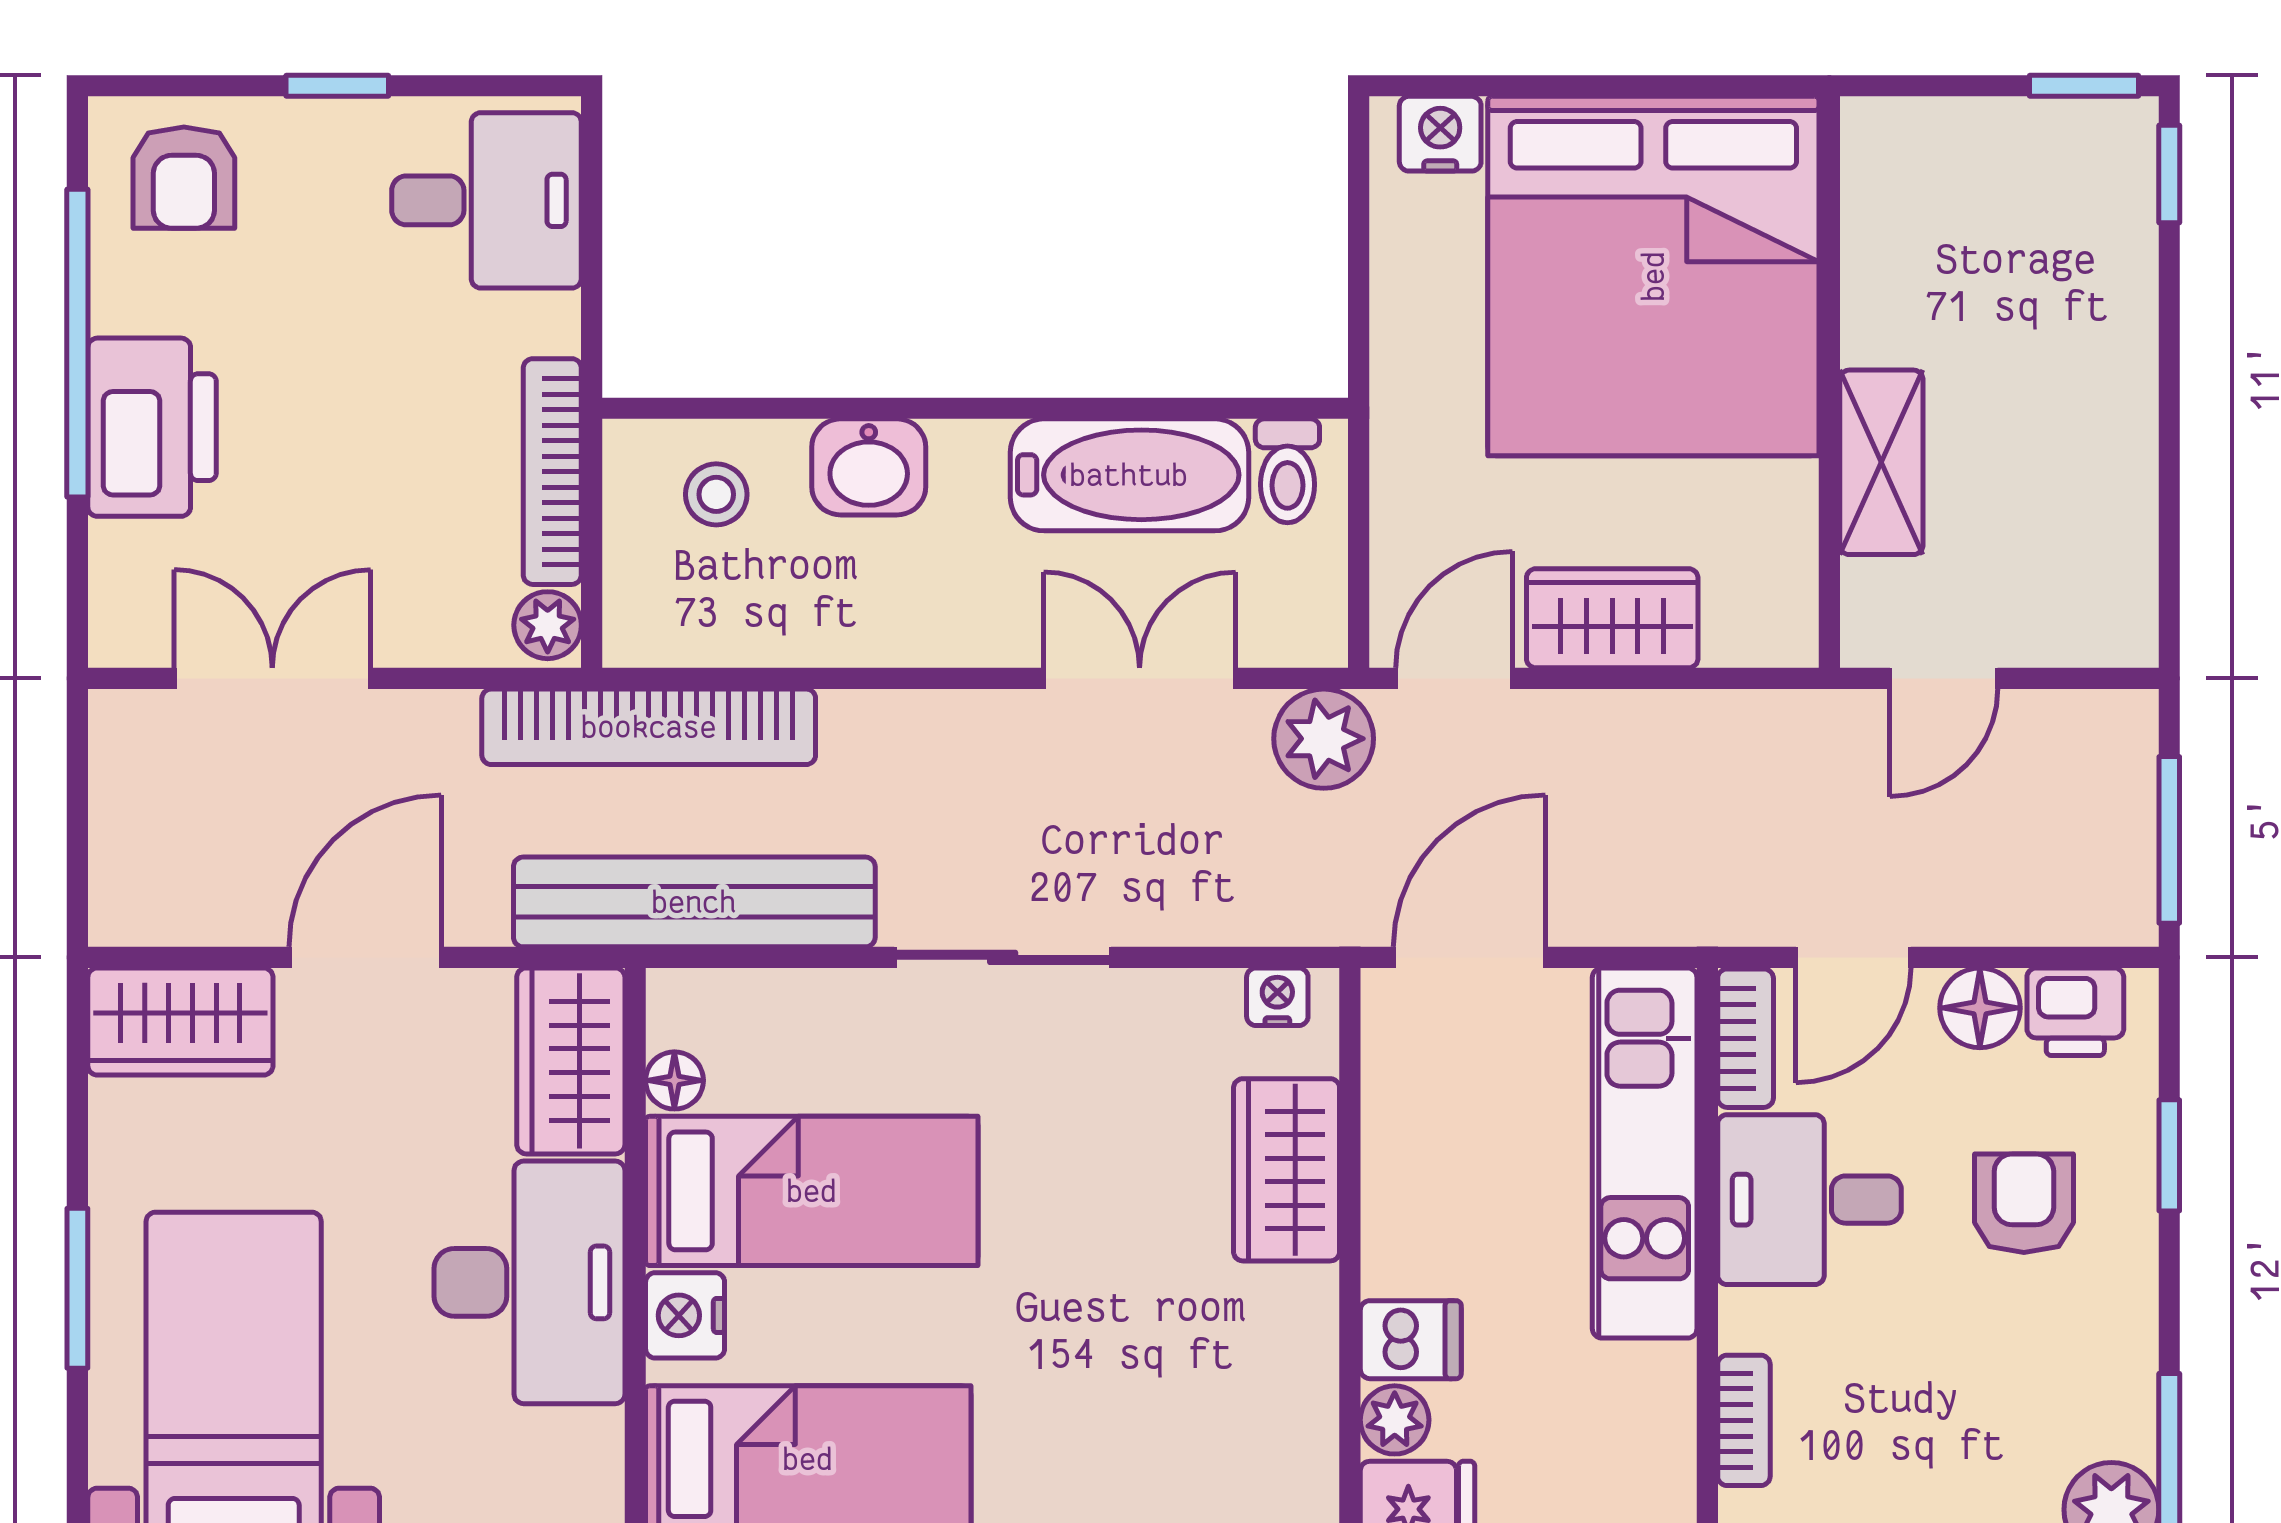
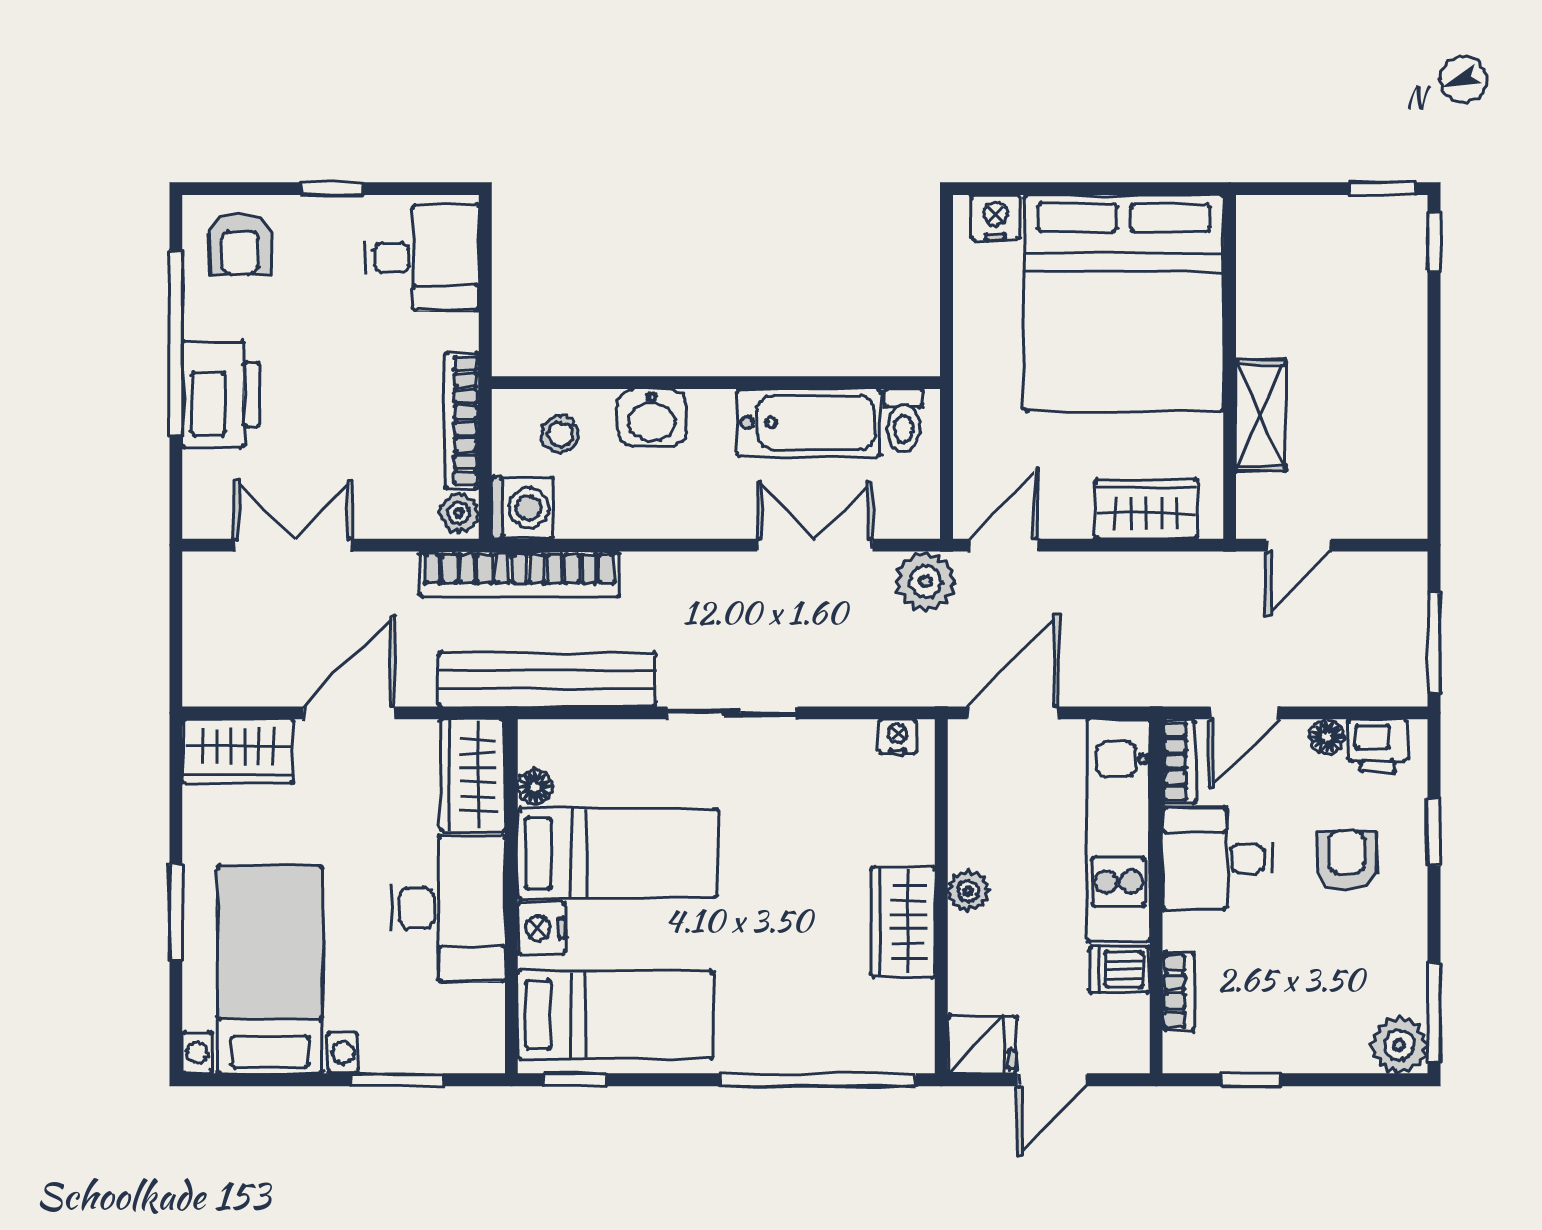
washing machine: (654, 617) -> (522, 508), added
wardrobe: (1612, 618) -> (1146, 509), moved
floor lamp: (1980, 1008) -> (1327, 737), width x0.73, depth x0.73
wardrobe: (1287, 1170) -> (903, 922), moved
dishwasher: (1411, 1340) -> (1120, 970), moved, turned 180
plant: (1395, 1420) -> (968, 891), moved

